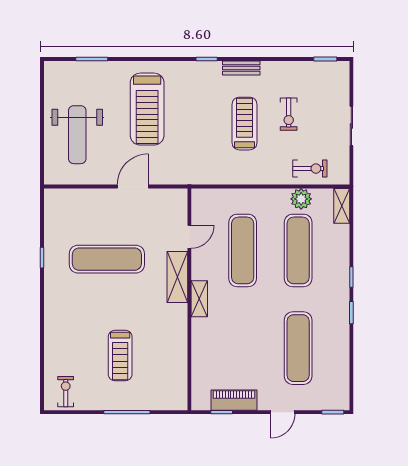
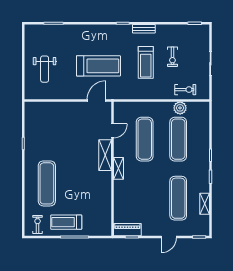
treadmill: (147, 109) -> (98, 66), moved, turned -90
treadmill: (244, 124) -> (146, 62), turned 180
weight bench: (77, 135) -> (45, 69), width x0.73, depth x0.75
door: (133, 186) -> (97, 100), moved
shelving: (342, 206) -> (205, 204), moved
exercise mat: (107, 259) -> (47, 183), moved, turned 90
treadmill: (120, 355) -> (66, 222), moved, turned 90
piano: (234, 400) -> (127, 230), moved

